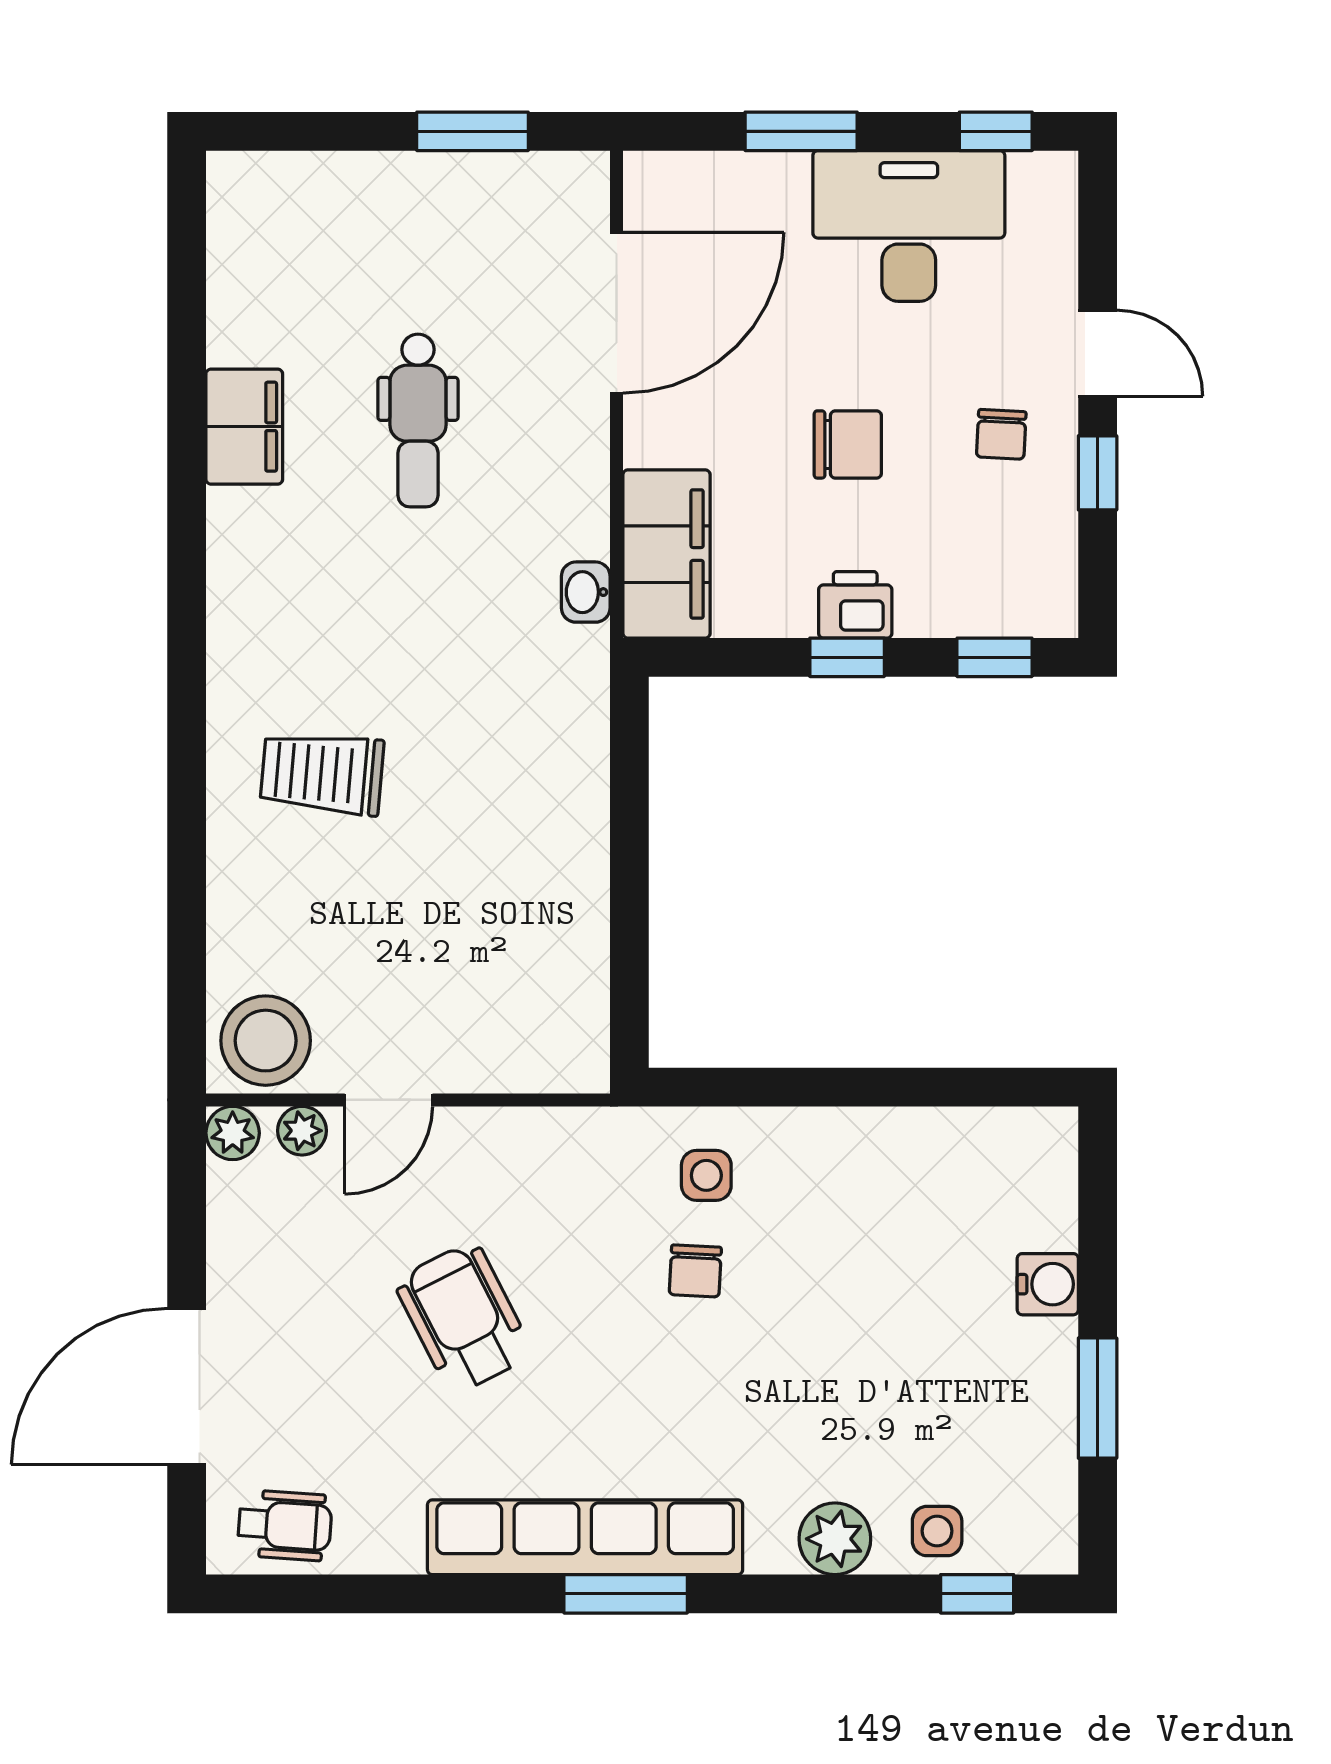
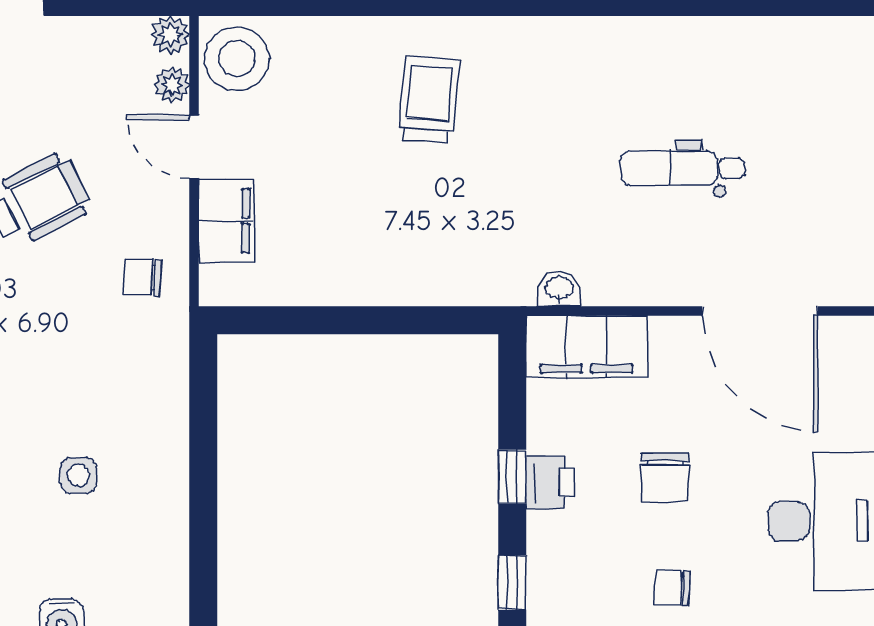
filing cabinet: (244, 427) -> (226, 221), moved, turned -90
side table: (706, 1175) -> (78, 475), moved
chair: (695, 1271) -> (143, 277), moved

